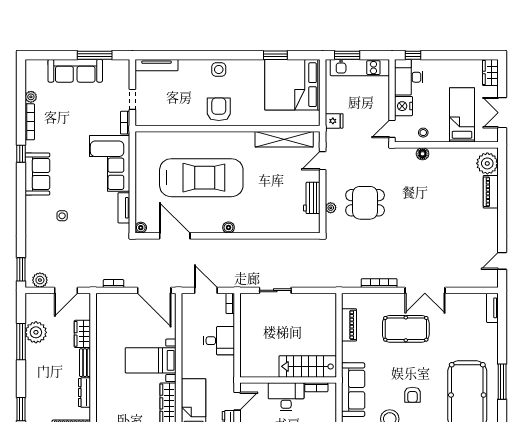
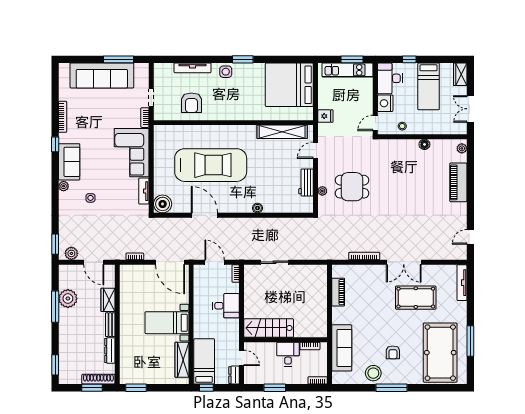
window: (275, 55) -> (243, 59), moved
window: (347, 55) -> (352, 59), moved
window: (413, 55) -> (409, 59), moved
tv unit: (157, 65) -> (193, 68), moved
sofa: (75, 71) -> (102, 75), width x1.36, depth x1.27
plant: (31, 97) -> (64, 186), moved
armchair: (219, 109) -> (192, 103), moved, turned 180
bed: (462, 115) -> (429, 86), moved, turned 180
floor lamp: (423, 154) -> (424, 144), moved
plant: (487, 163) -> (462, 148), width x0.53, depth x0.53
piano: (491, 192) -> (458, 182), width x1.37, depth x1.33
boiler: (141, 228) -> (163, 204), width x1.86, depth x1.86
boiler: (229, 228) -> (257, 208), moved
door: (175, 236) -> (204, 215), moved
door: (66, 290) -> (94, 262), hinge flipped
tv unit: (492, 308) -> (462, 283), width x1.41
pool table: (406, 329) -> (416, 298), moved
stairs: (308, 366) -> (269, 328), moved
desk: (286, 397) -> (288, 354), width x0.73
door: (237, 401) -> (242, 358), hinge flipped

